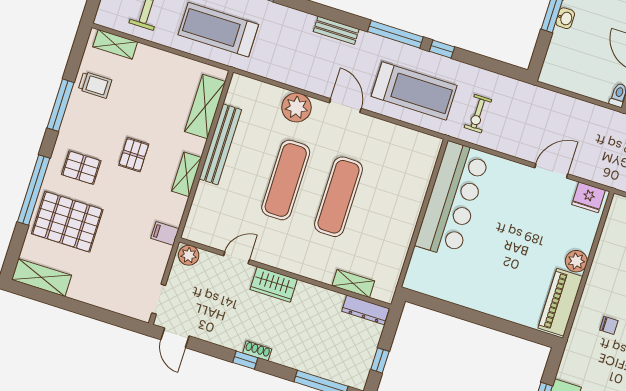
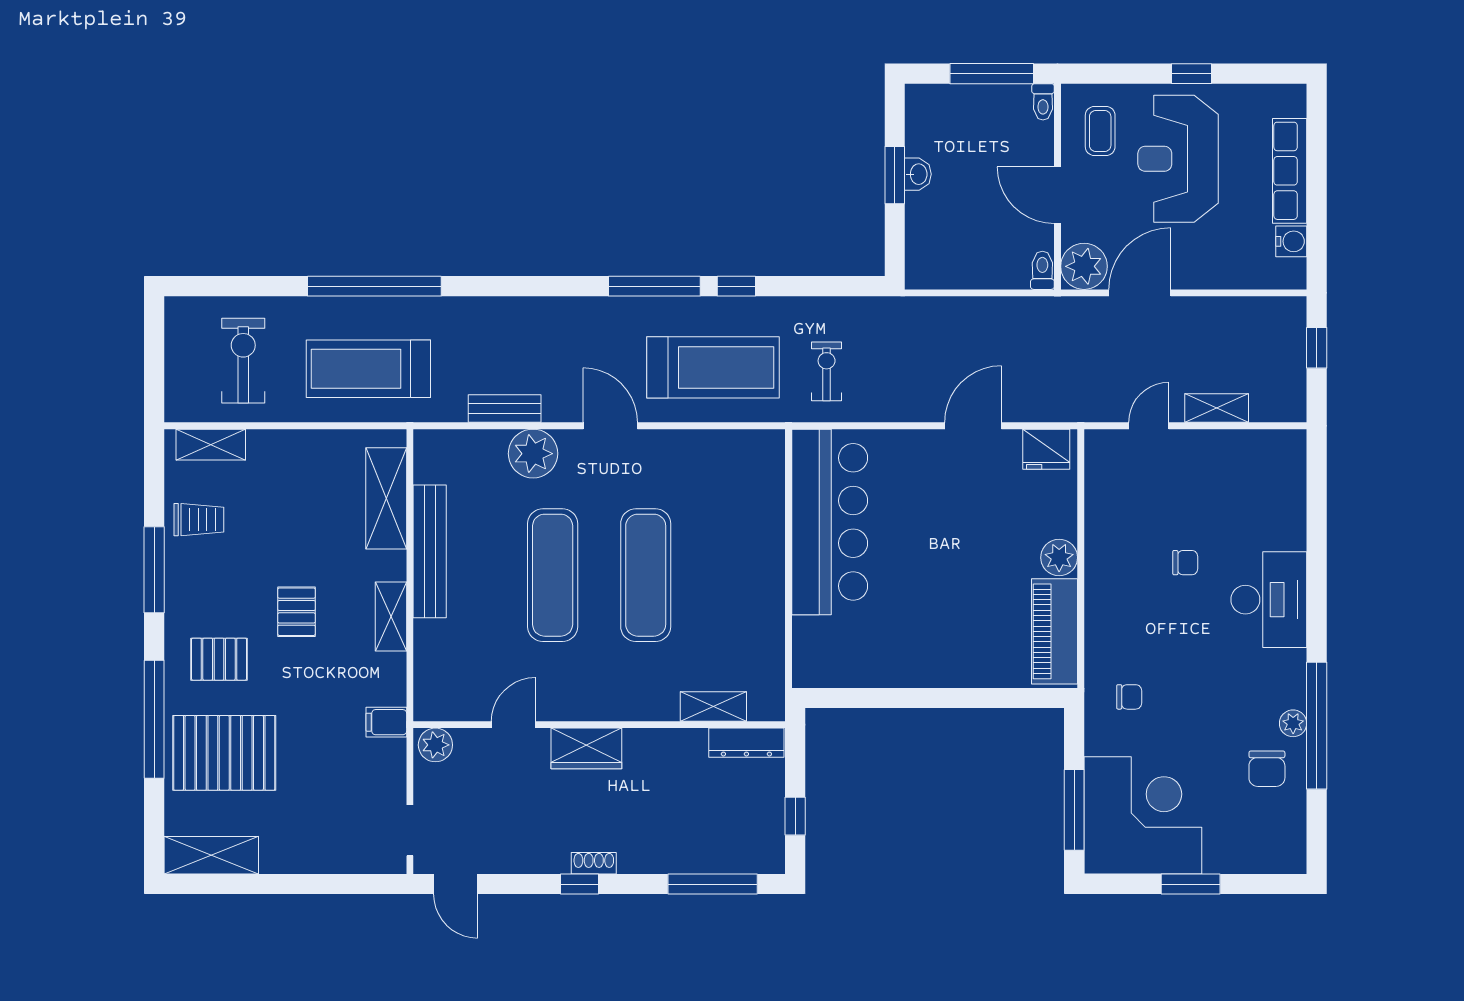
bench: (336, 30) -> (505, 409), moved
exercise bike: (478, 114) -> (827, 371), turned 180
chair: (609, 325) -> (1129, 697), moved

